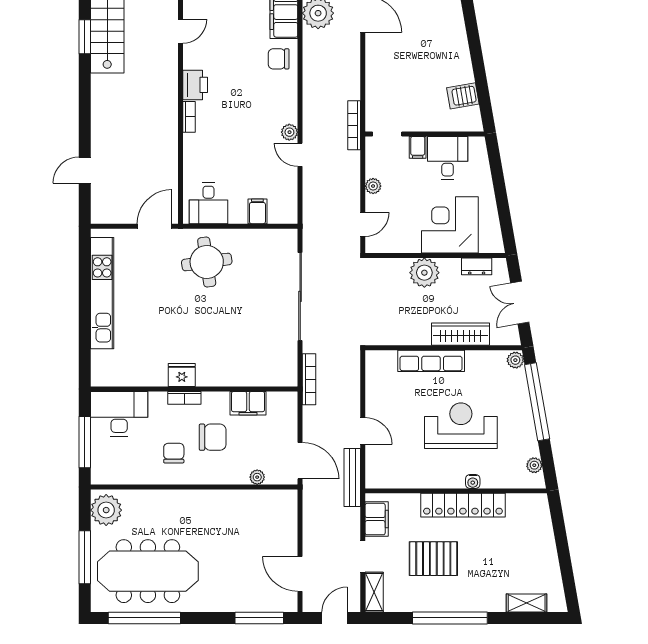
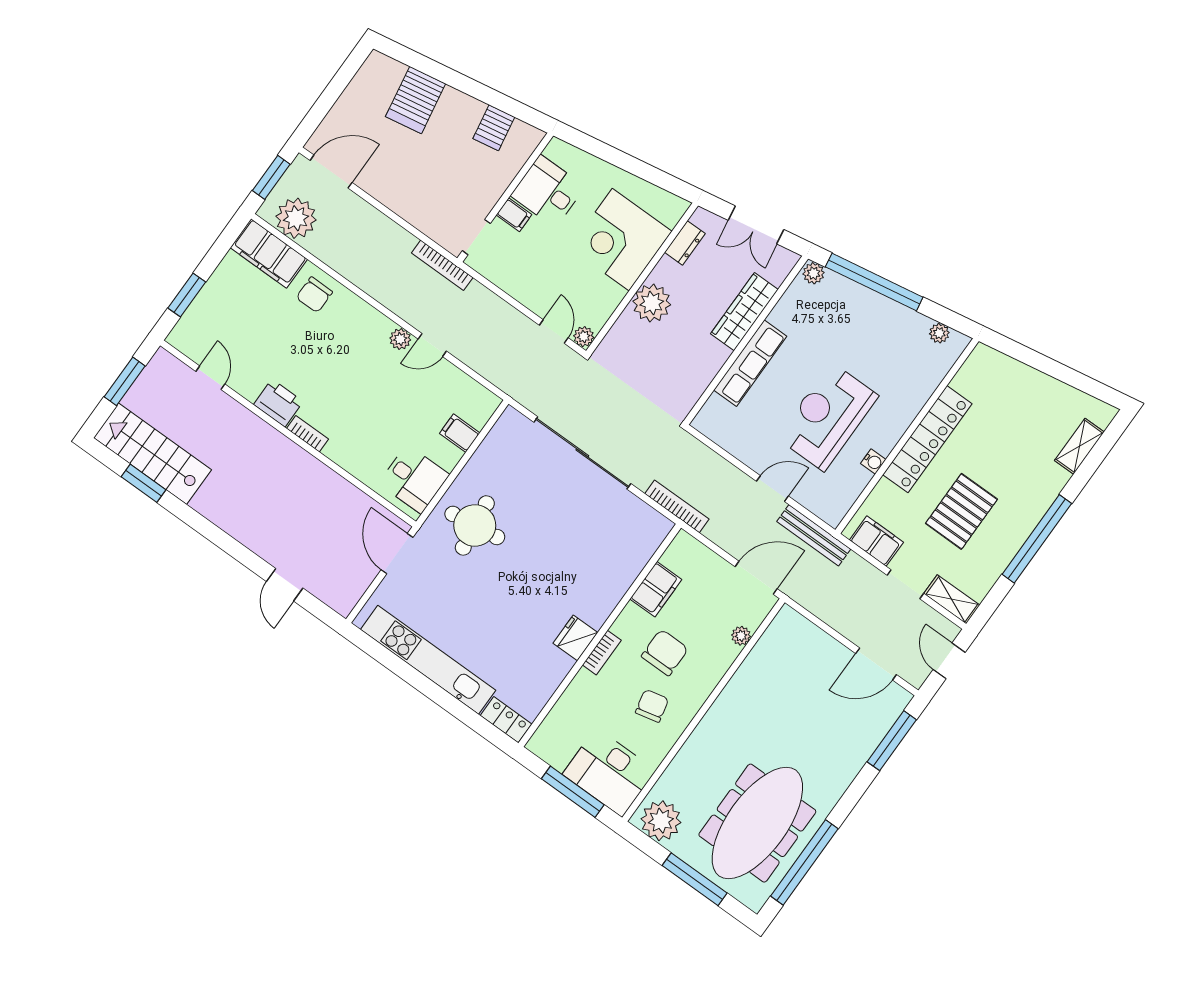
server rack: (445, 35) -> (416, 100), added
plant: (373, 186) -> (584, 337), moved
locker: (100, 368) -> (506, 720), added
desk: (119, 414) -> (609, 772), moved, turned -90
reception desk: (461, 426) -> (828, 417), moved
chair: (174, 453) -> (652, 706), turned 77
water cooler: (473, 481) -> (873, 461), moved

